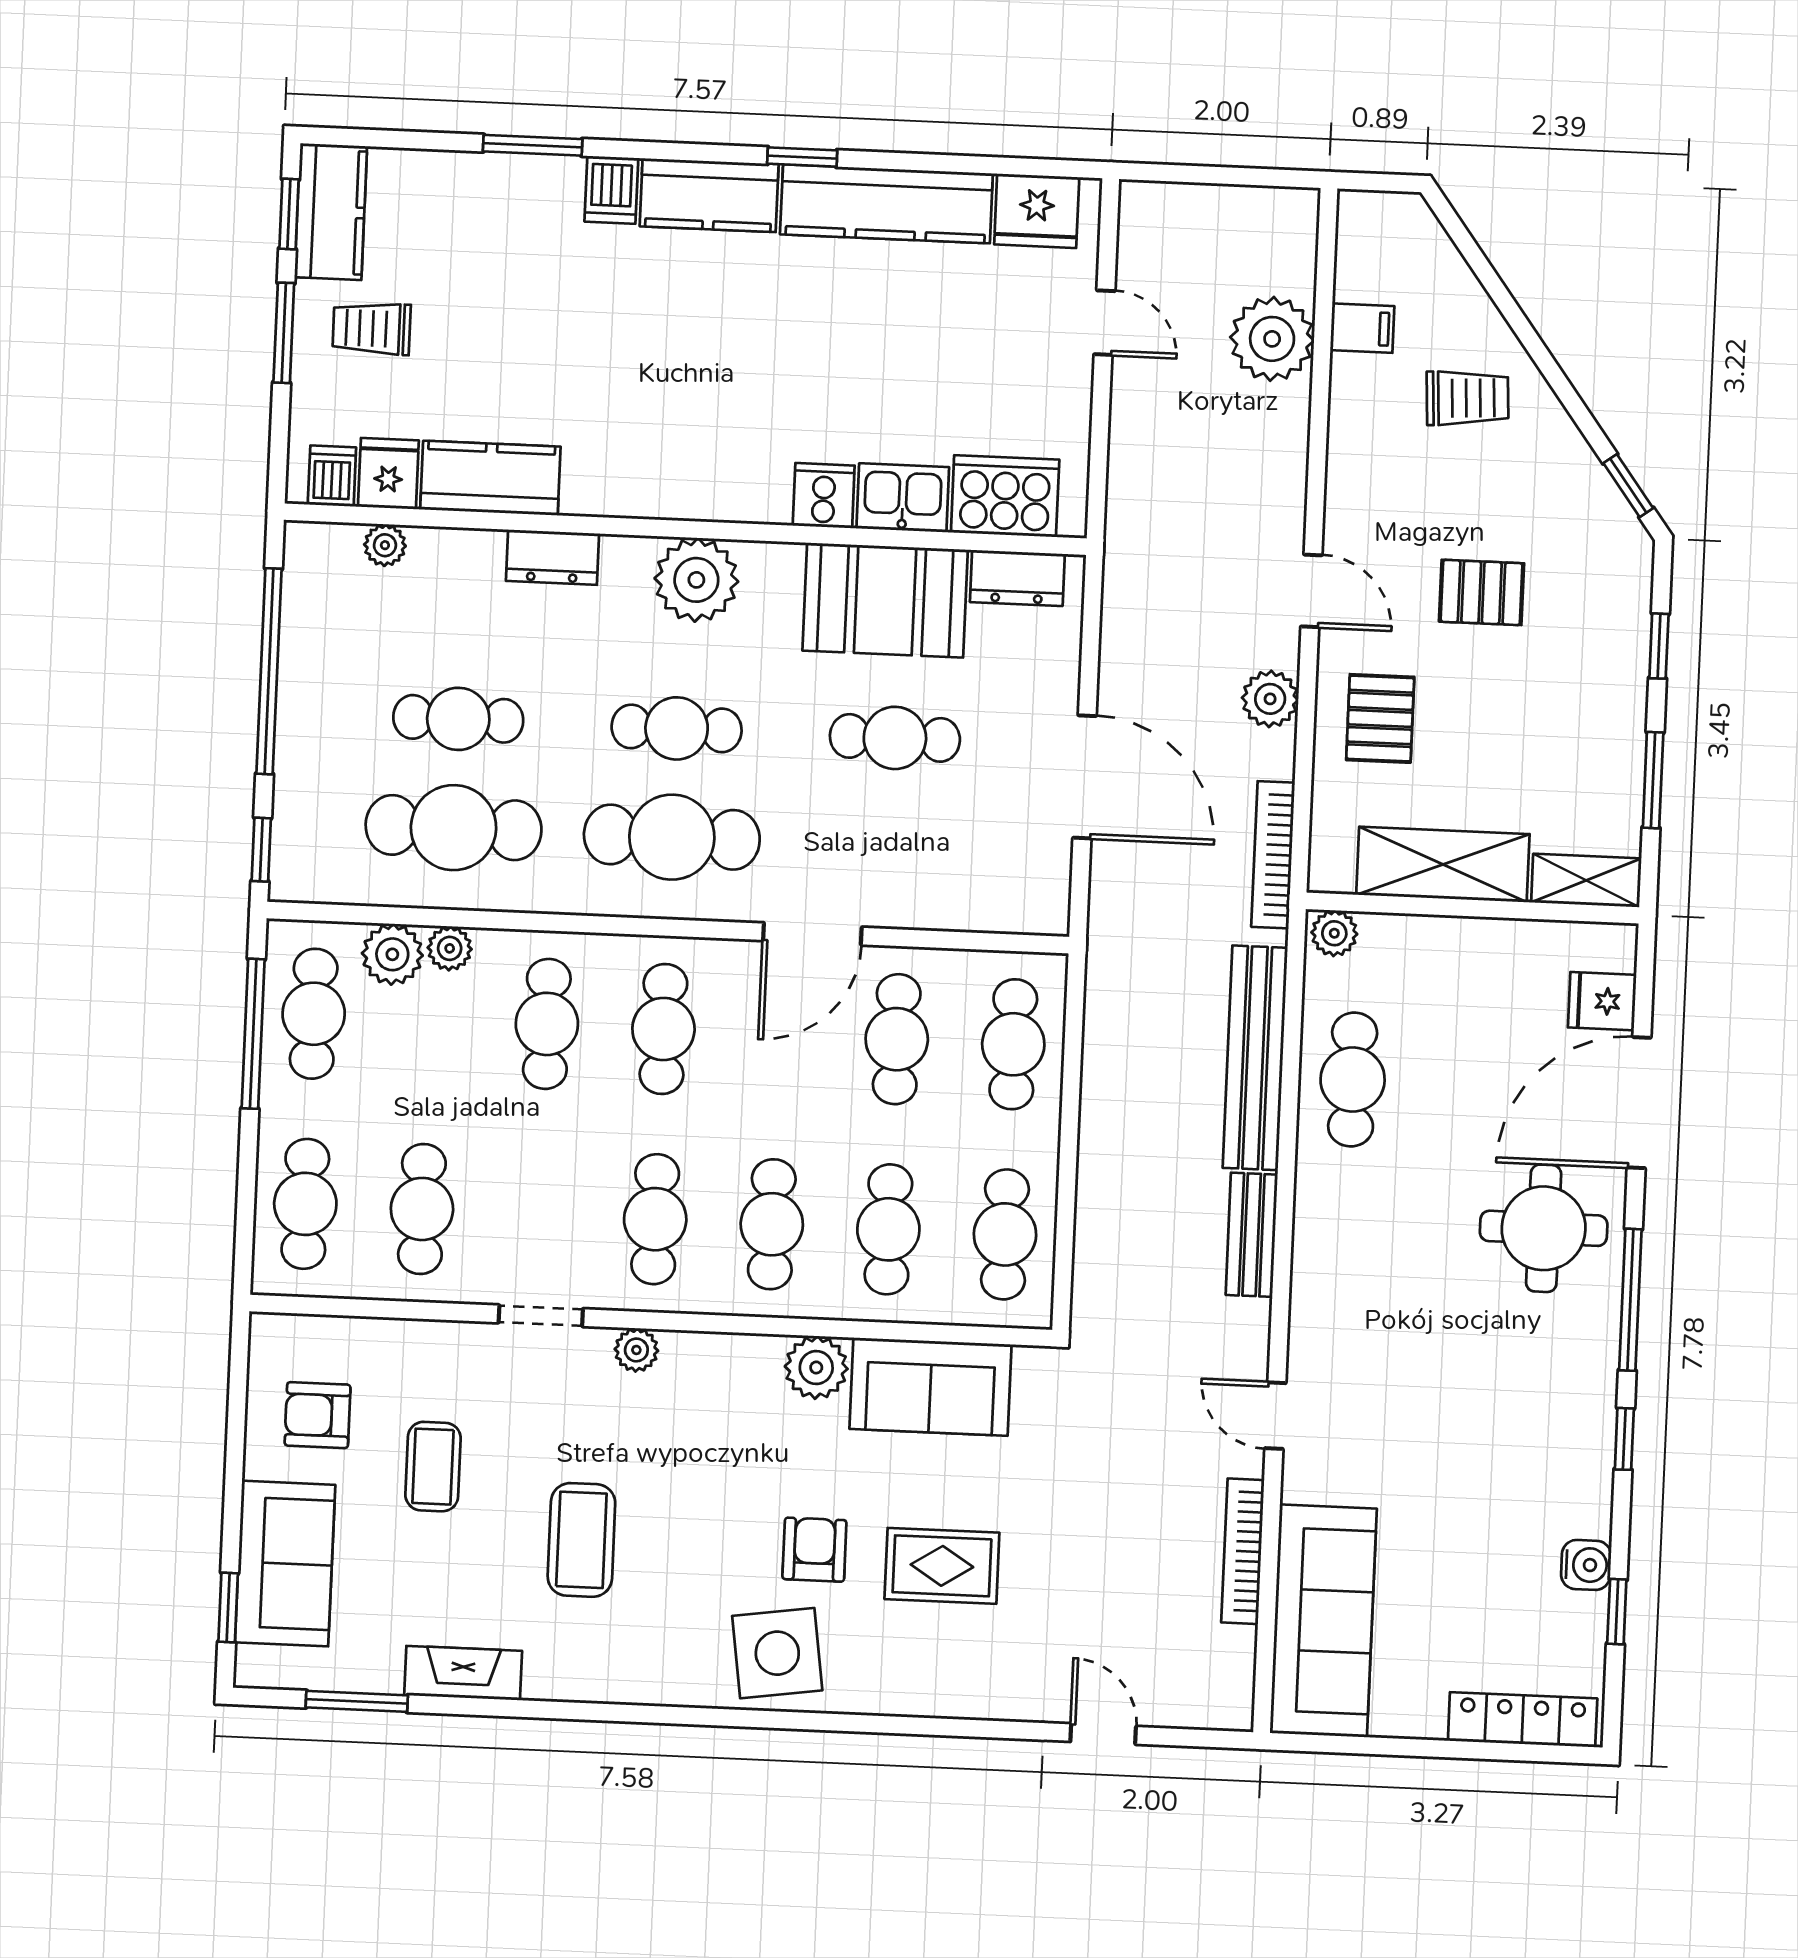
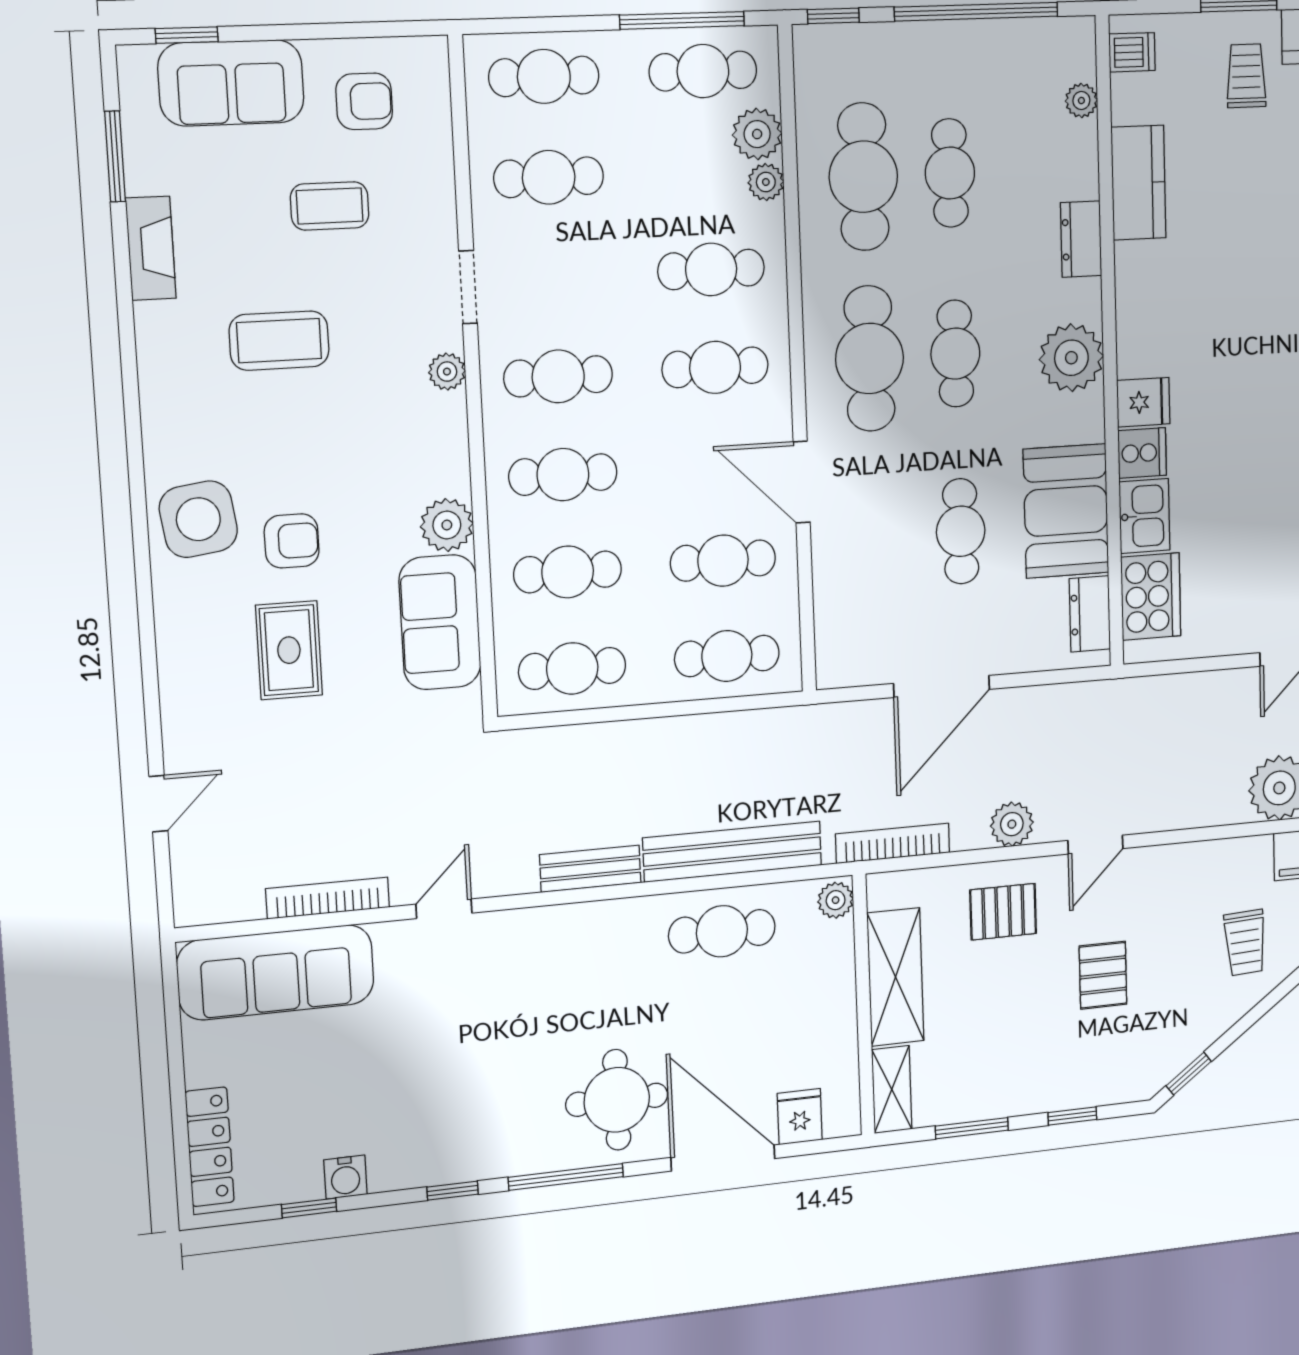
fridge: (388, 473) -> (1143, 402), moved
armchair: (318, 1415) -> (364, 101), turned 90

